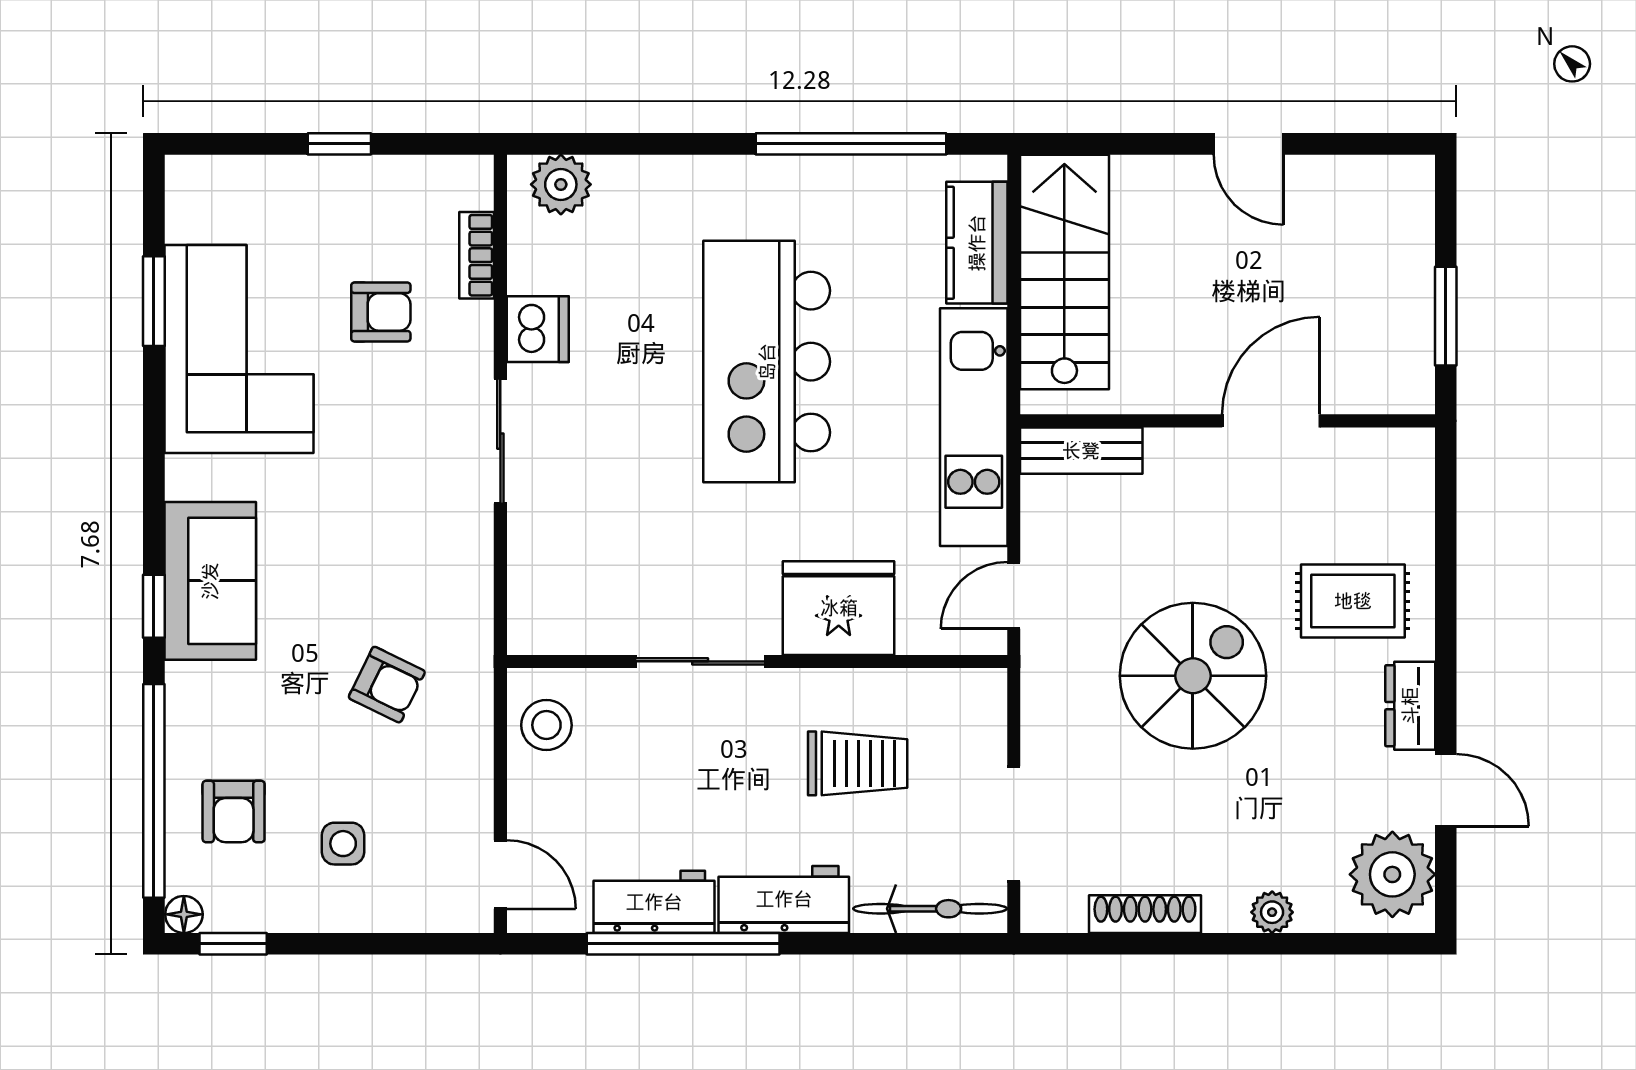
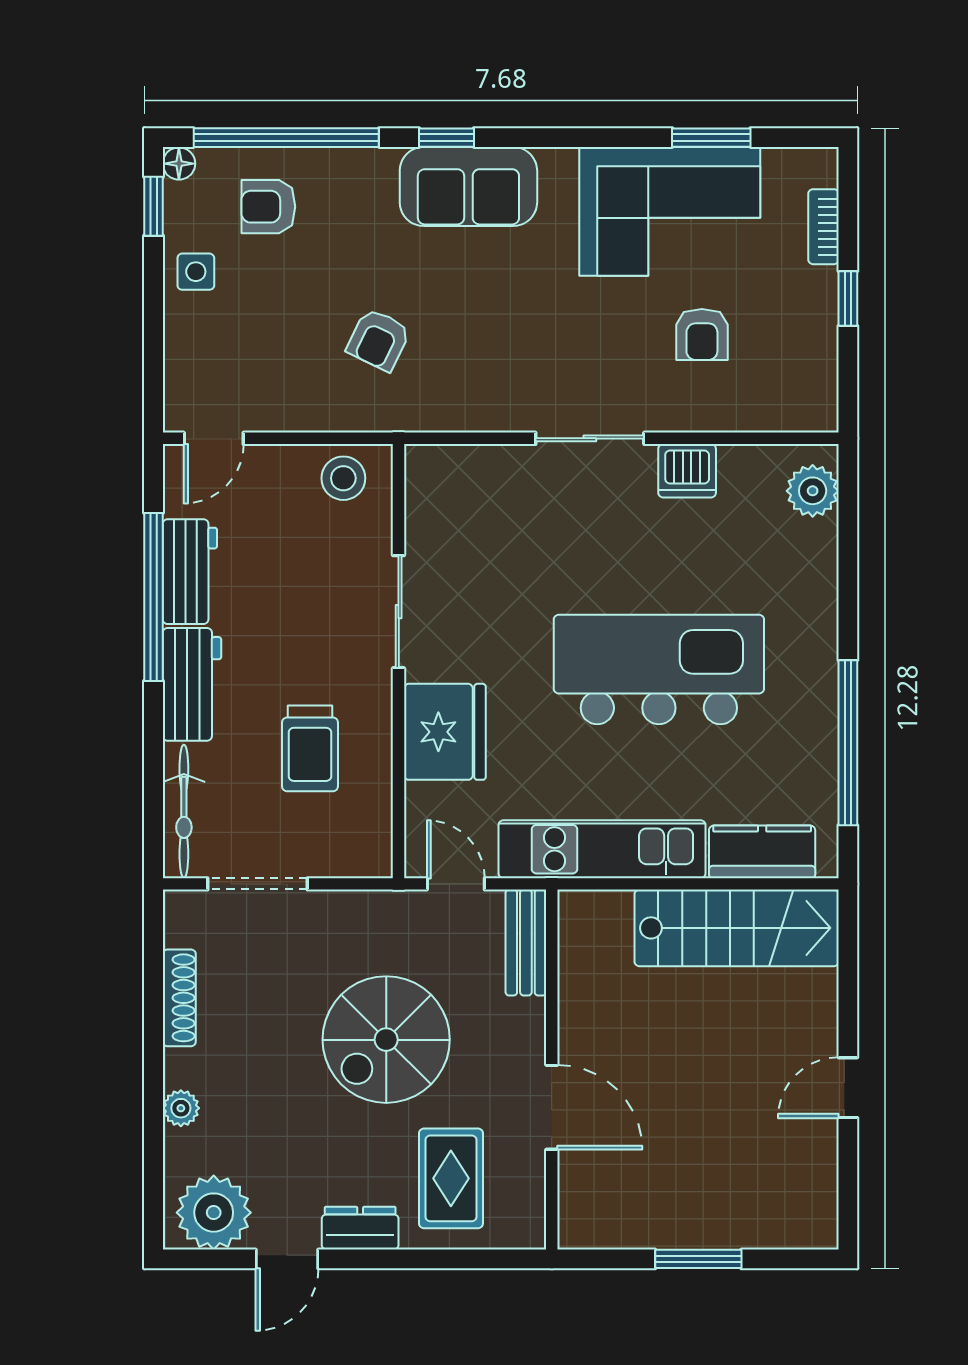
bookcase: (477, 255) -> (824, 227), moved, turned -90
wall: (1228, 421) -> (552, 1070), moved
door: (1271, 421) -> (552, 1107), moved
bench: (1081, 451) -> (526, 943), moved
spiral stairs: (1193, 676) -> (386, 1040), turned 90
side table: (343, 844) -> (196, 272), moved

